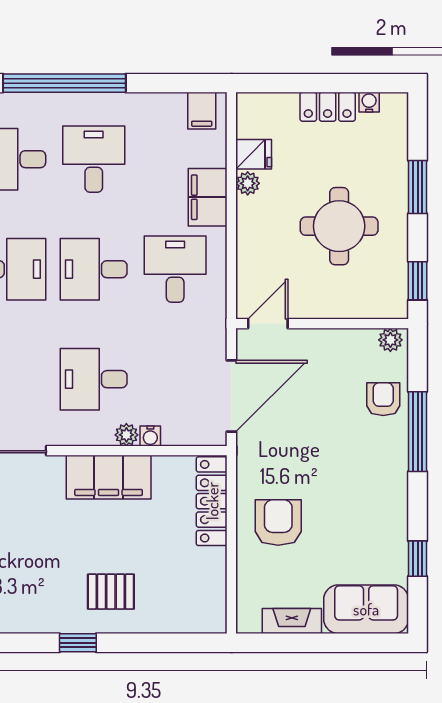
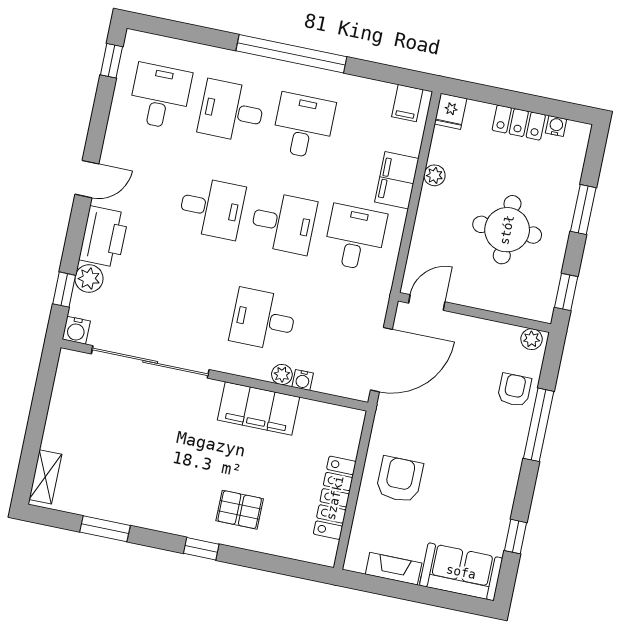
fridge: (254, 154) -> (451, 111), moved, turned 90
desk: (94, 269) -> (283, 223), turned 180
locker: (212, 501) -> (335, 498), moved

